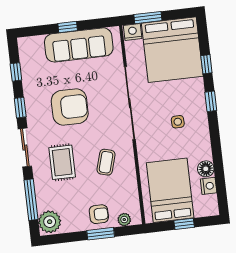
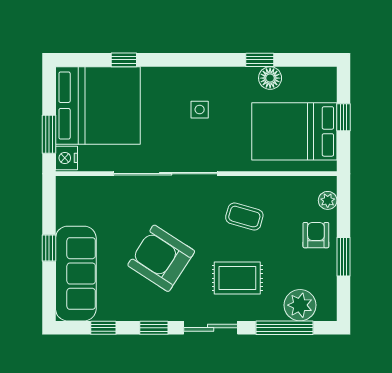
sofa: (79, 45) -> (76, 274), moved
window: (211, 101) -> (260, 60), moved
armchair: (70, 107) -> (161, 258), turned -57
nightstand: (209, 186) -> (294, 77), removed
plant: (50, 222) -> (300, 305), moved
window: (101, 234) -> (344, 257), moved

